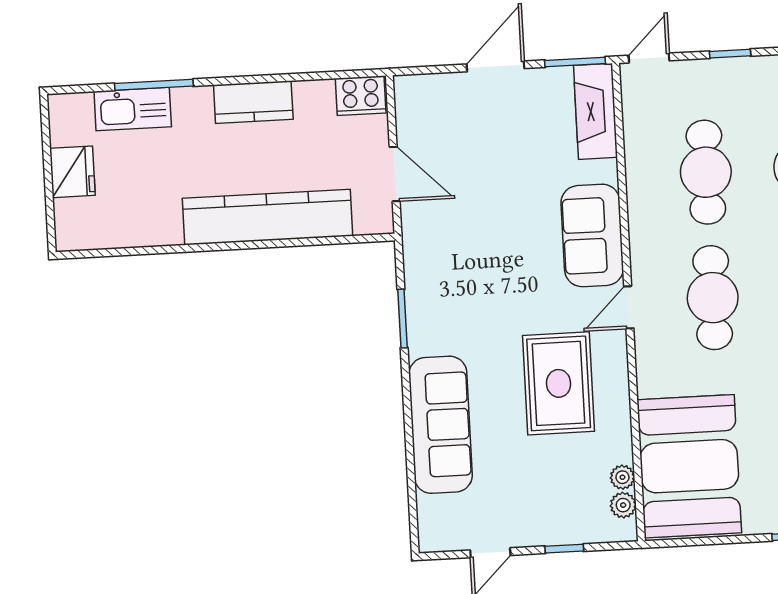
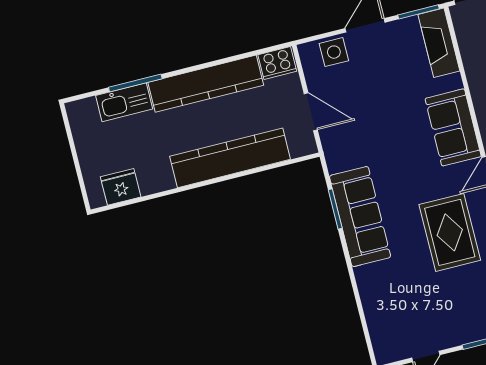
side table: (444, 96) -> (334, 52), added
kitchen counter: (253, 102) -> (206, 84), width x2.08, depth x1.17
fridge: (72, 172) -> (121, 187), moved, turned -90
sofa: (441, 425) -> (360, 217), moved

